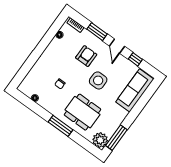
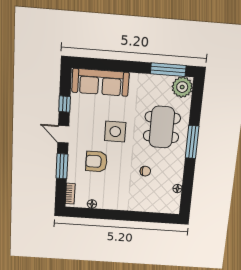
door: (117, 46) -> (63, 134), swing flipped

